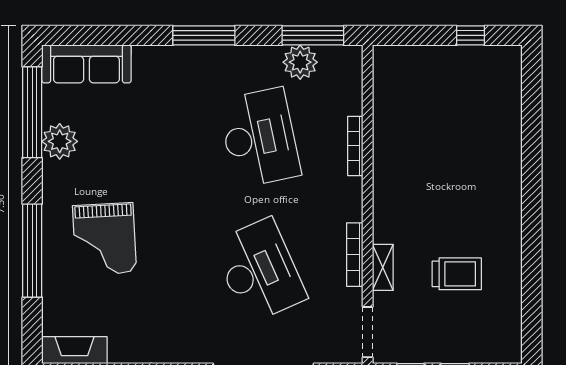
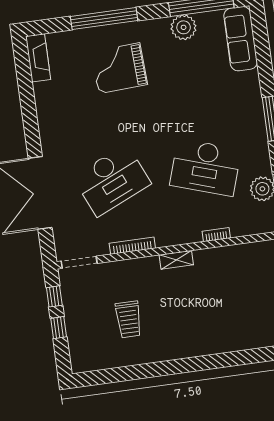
desk: (259, 138) -> (205, 167), turned 30
bookcase: (355, 146) -> (216, 235), width x0.64
shelving: (383, 267) -> (176, 260), moved

